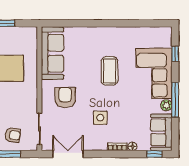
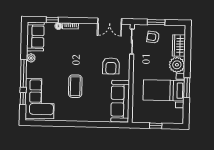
corner sofa: (154, 73) -> (40, 99), moved
window: (175, 100) -> (24, 73), moved
side table: (100, 118) -> (83, 49), removed
window: (154, 154) -> (52, 20), moved

